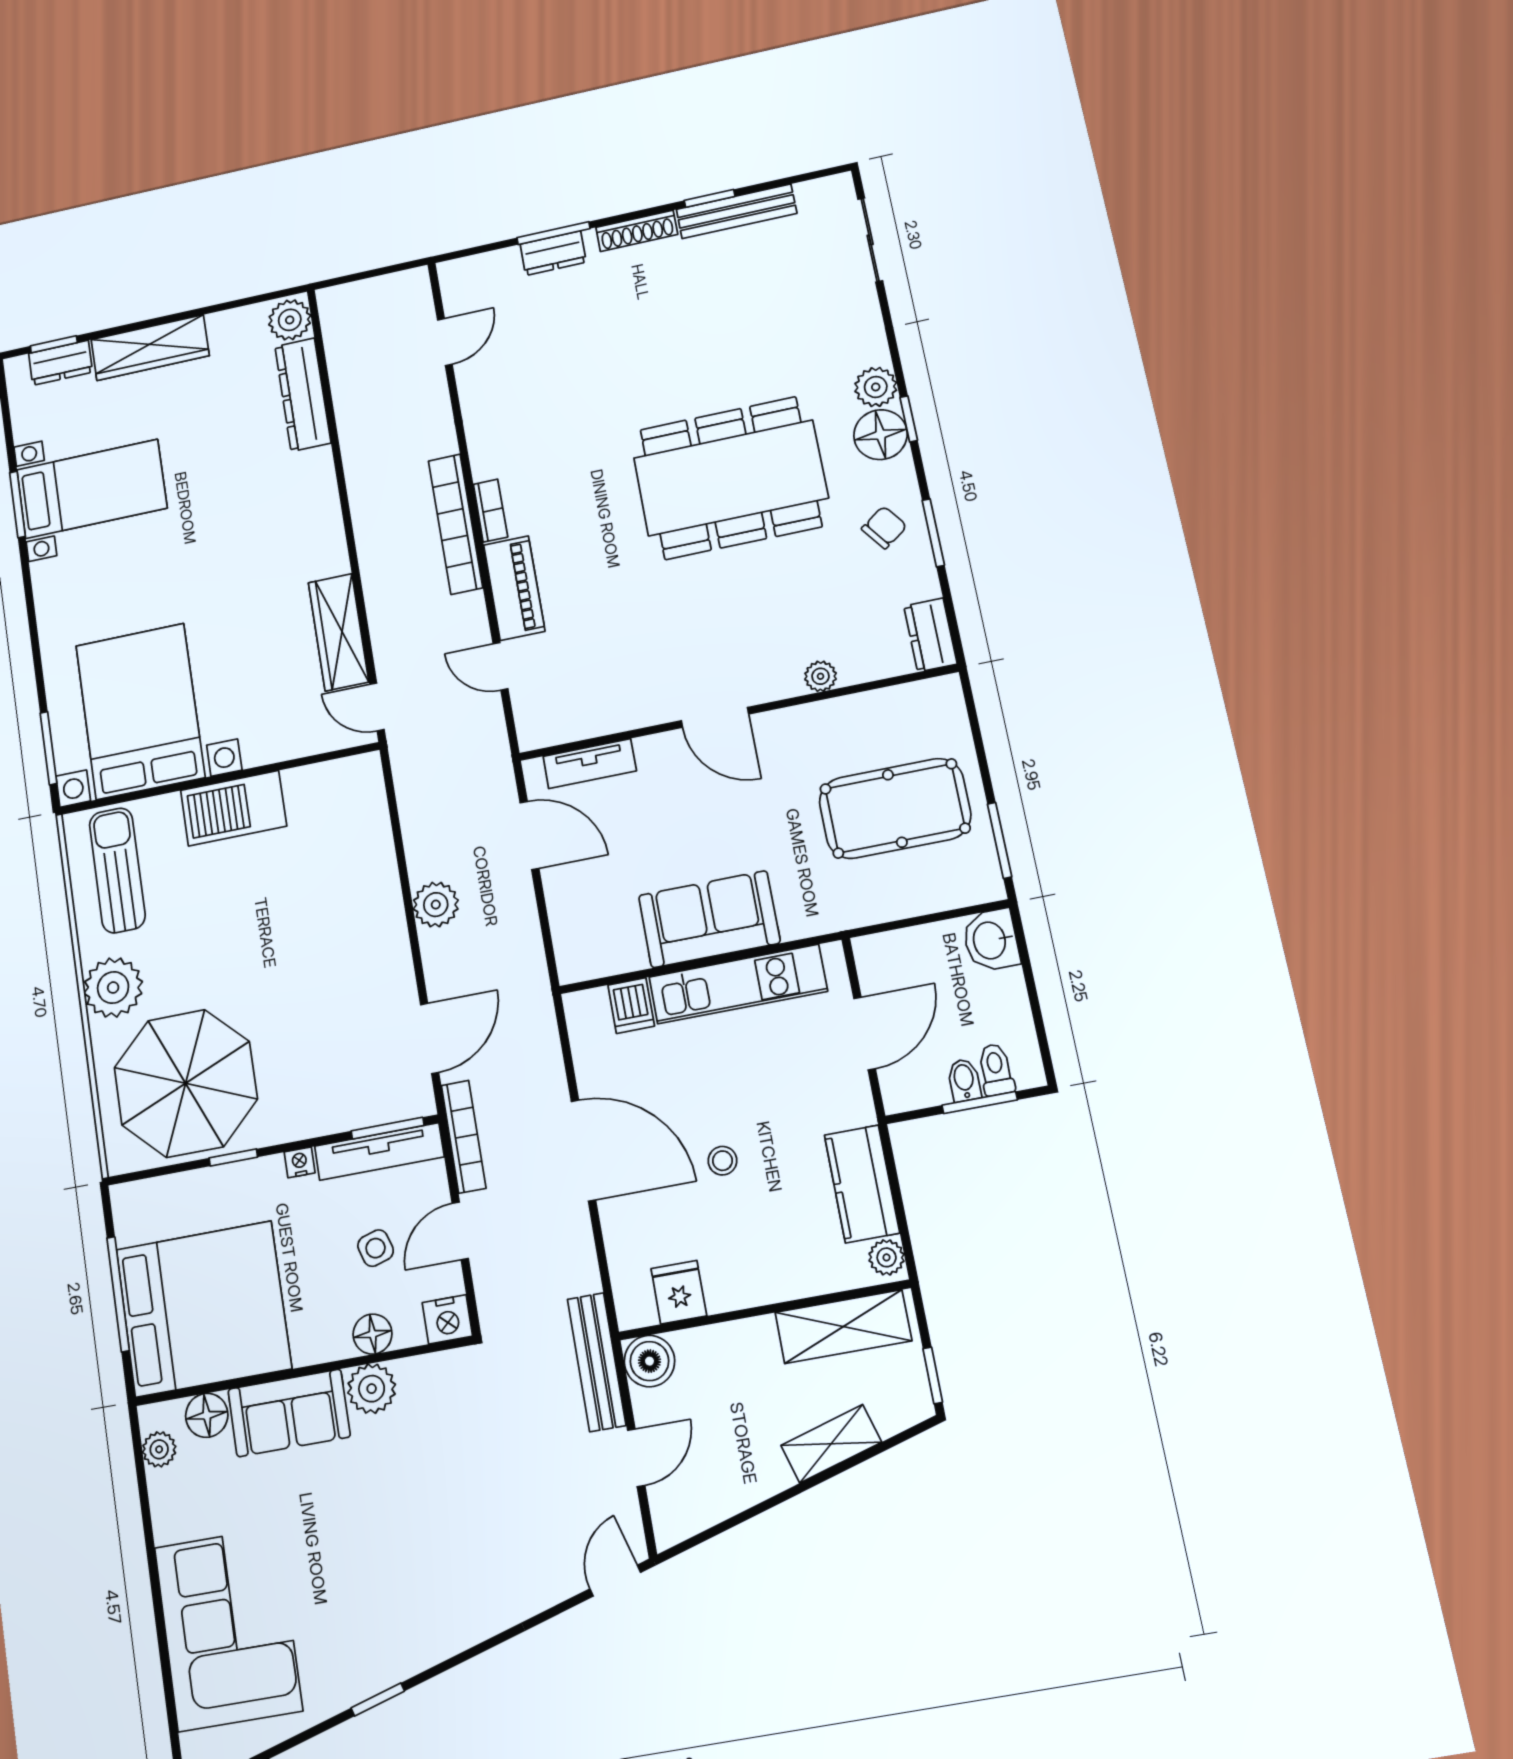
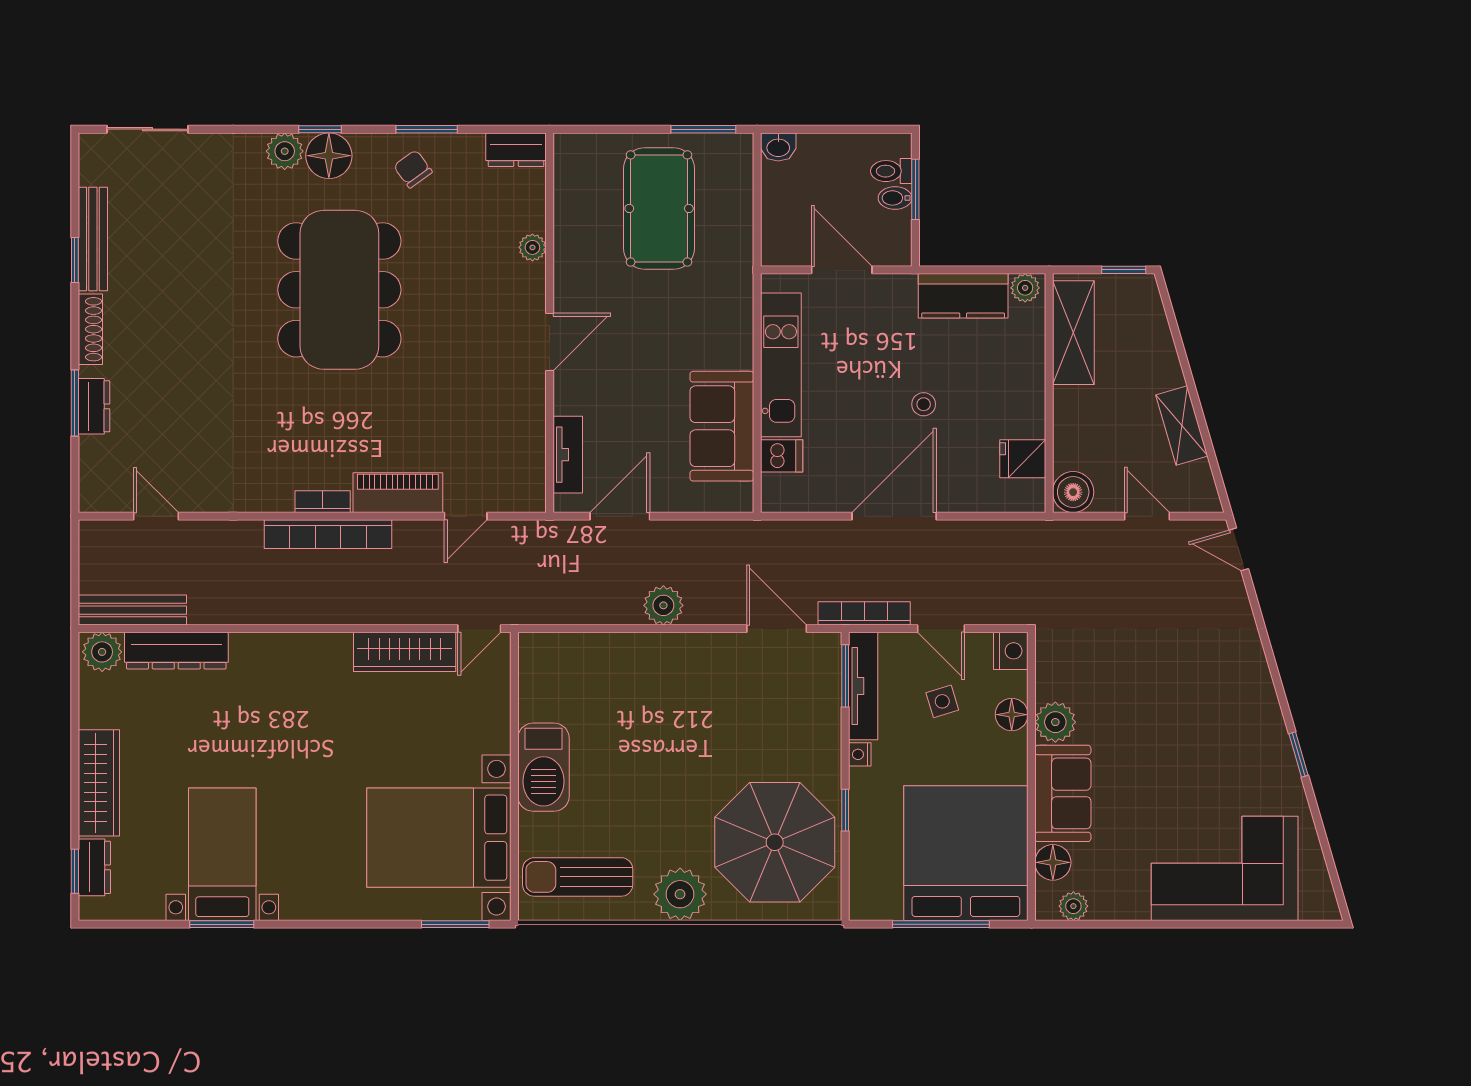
sofa: (709, 919) -> (722, 426), moved
washbasin: (991, 940) -> (778, 147), width x0.72, depth x0.69
bench: (597, 1362) -> (132, 610), moved
shelving: (831, 1444) -> (1182, 425), moved

